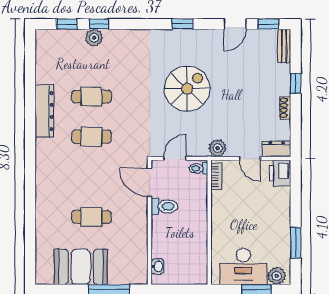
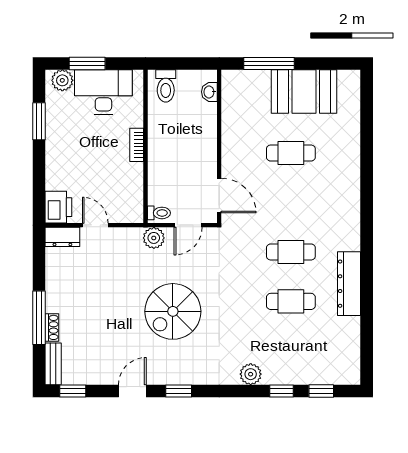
door: (235, 24) -> (132, 391), moved
plant: (94, 38) -> (251, 374), moved
window: (296, 83) -> (39, 318), width x2.17
shoe rack: (285, 108) -> (52, 327), moved
plant: (218, 148) -> (154, 238), moved
bookcase: (216, 177) -> (137, 145), moved
toilet: (164, 206) -> (166, 86), moved, turned -90

